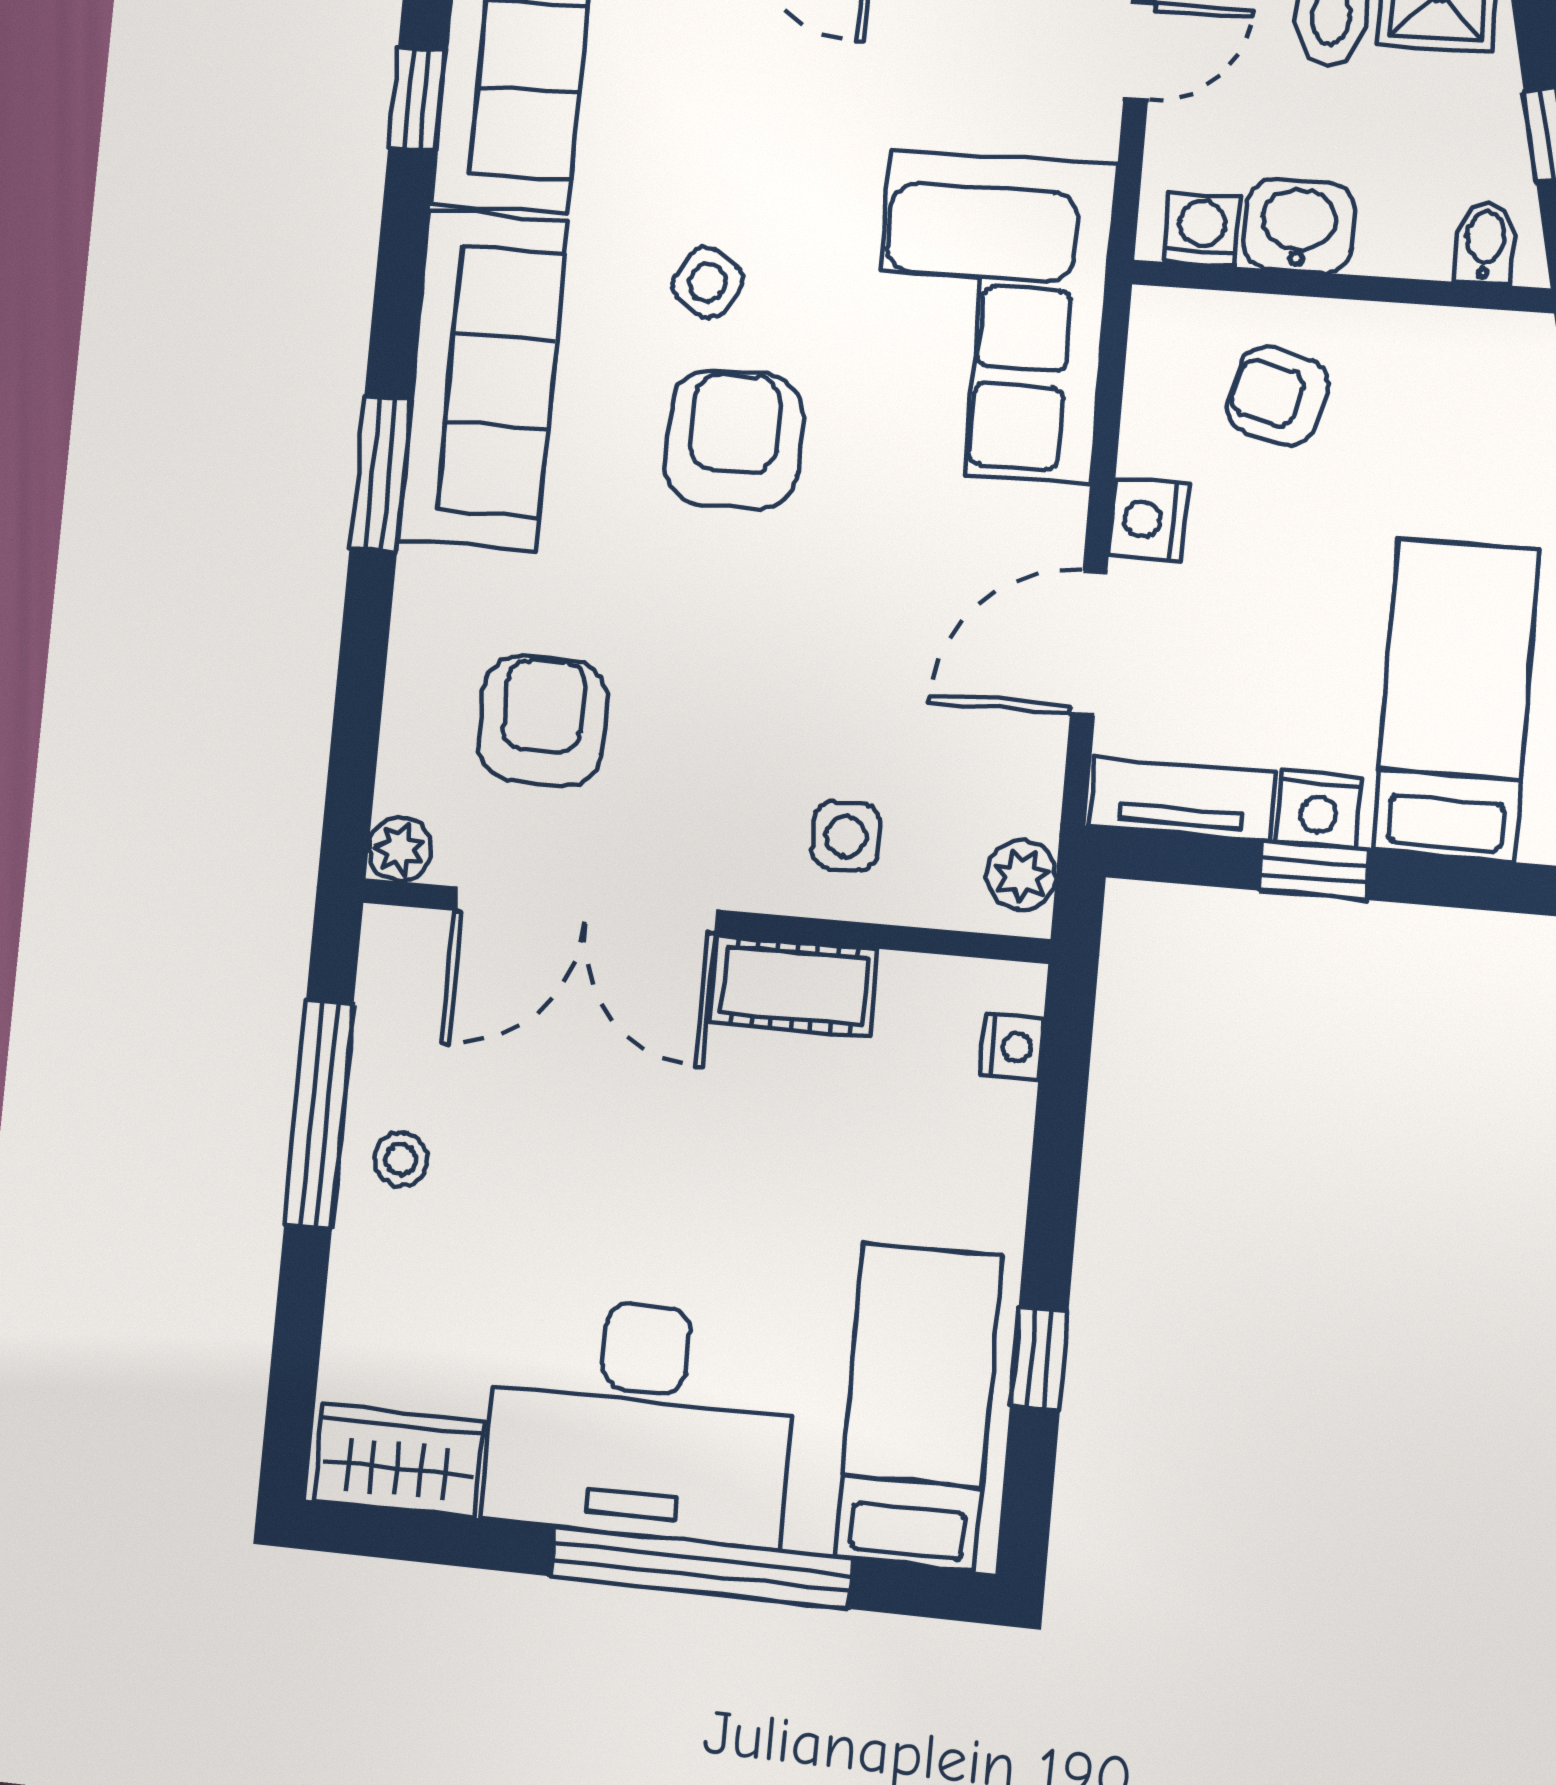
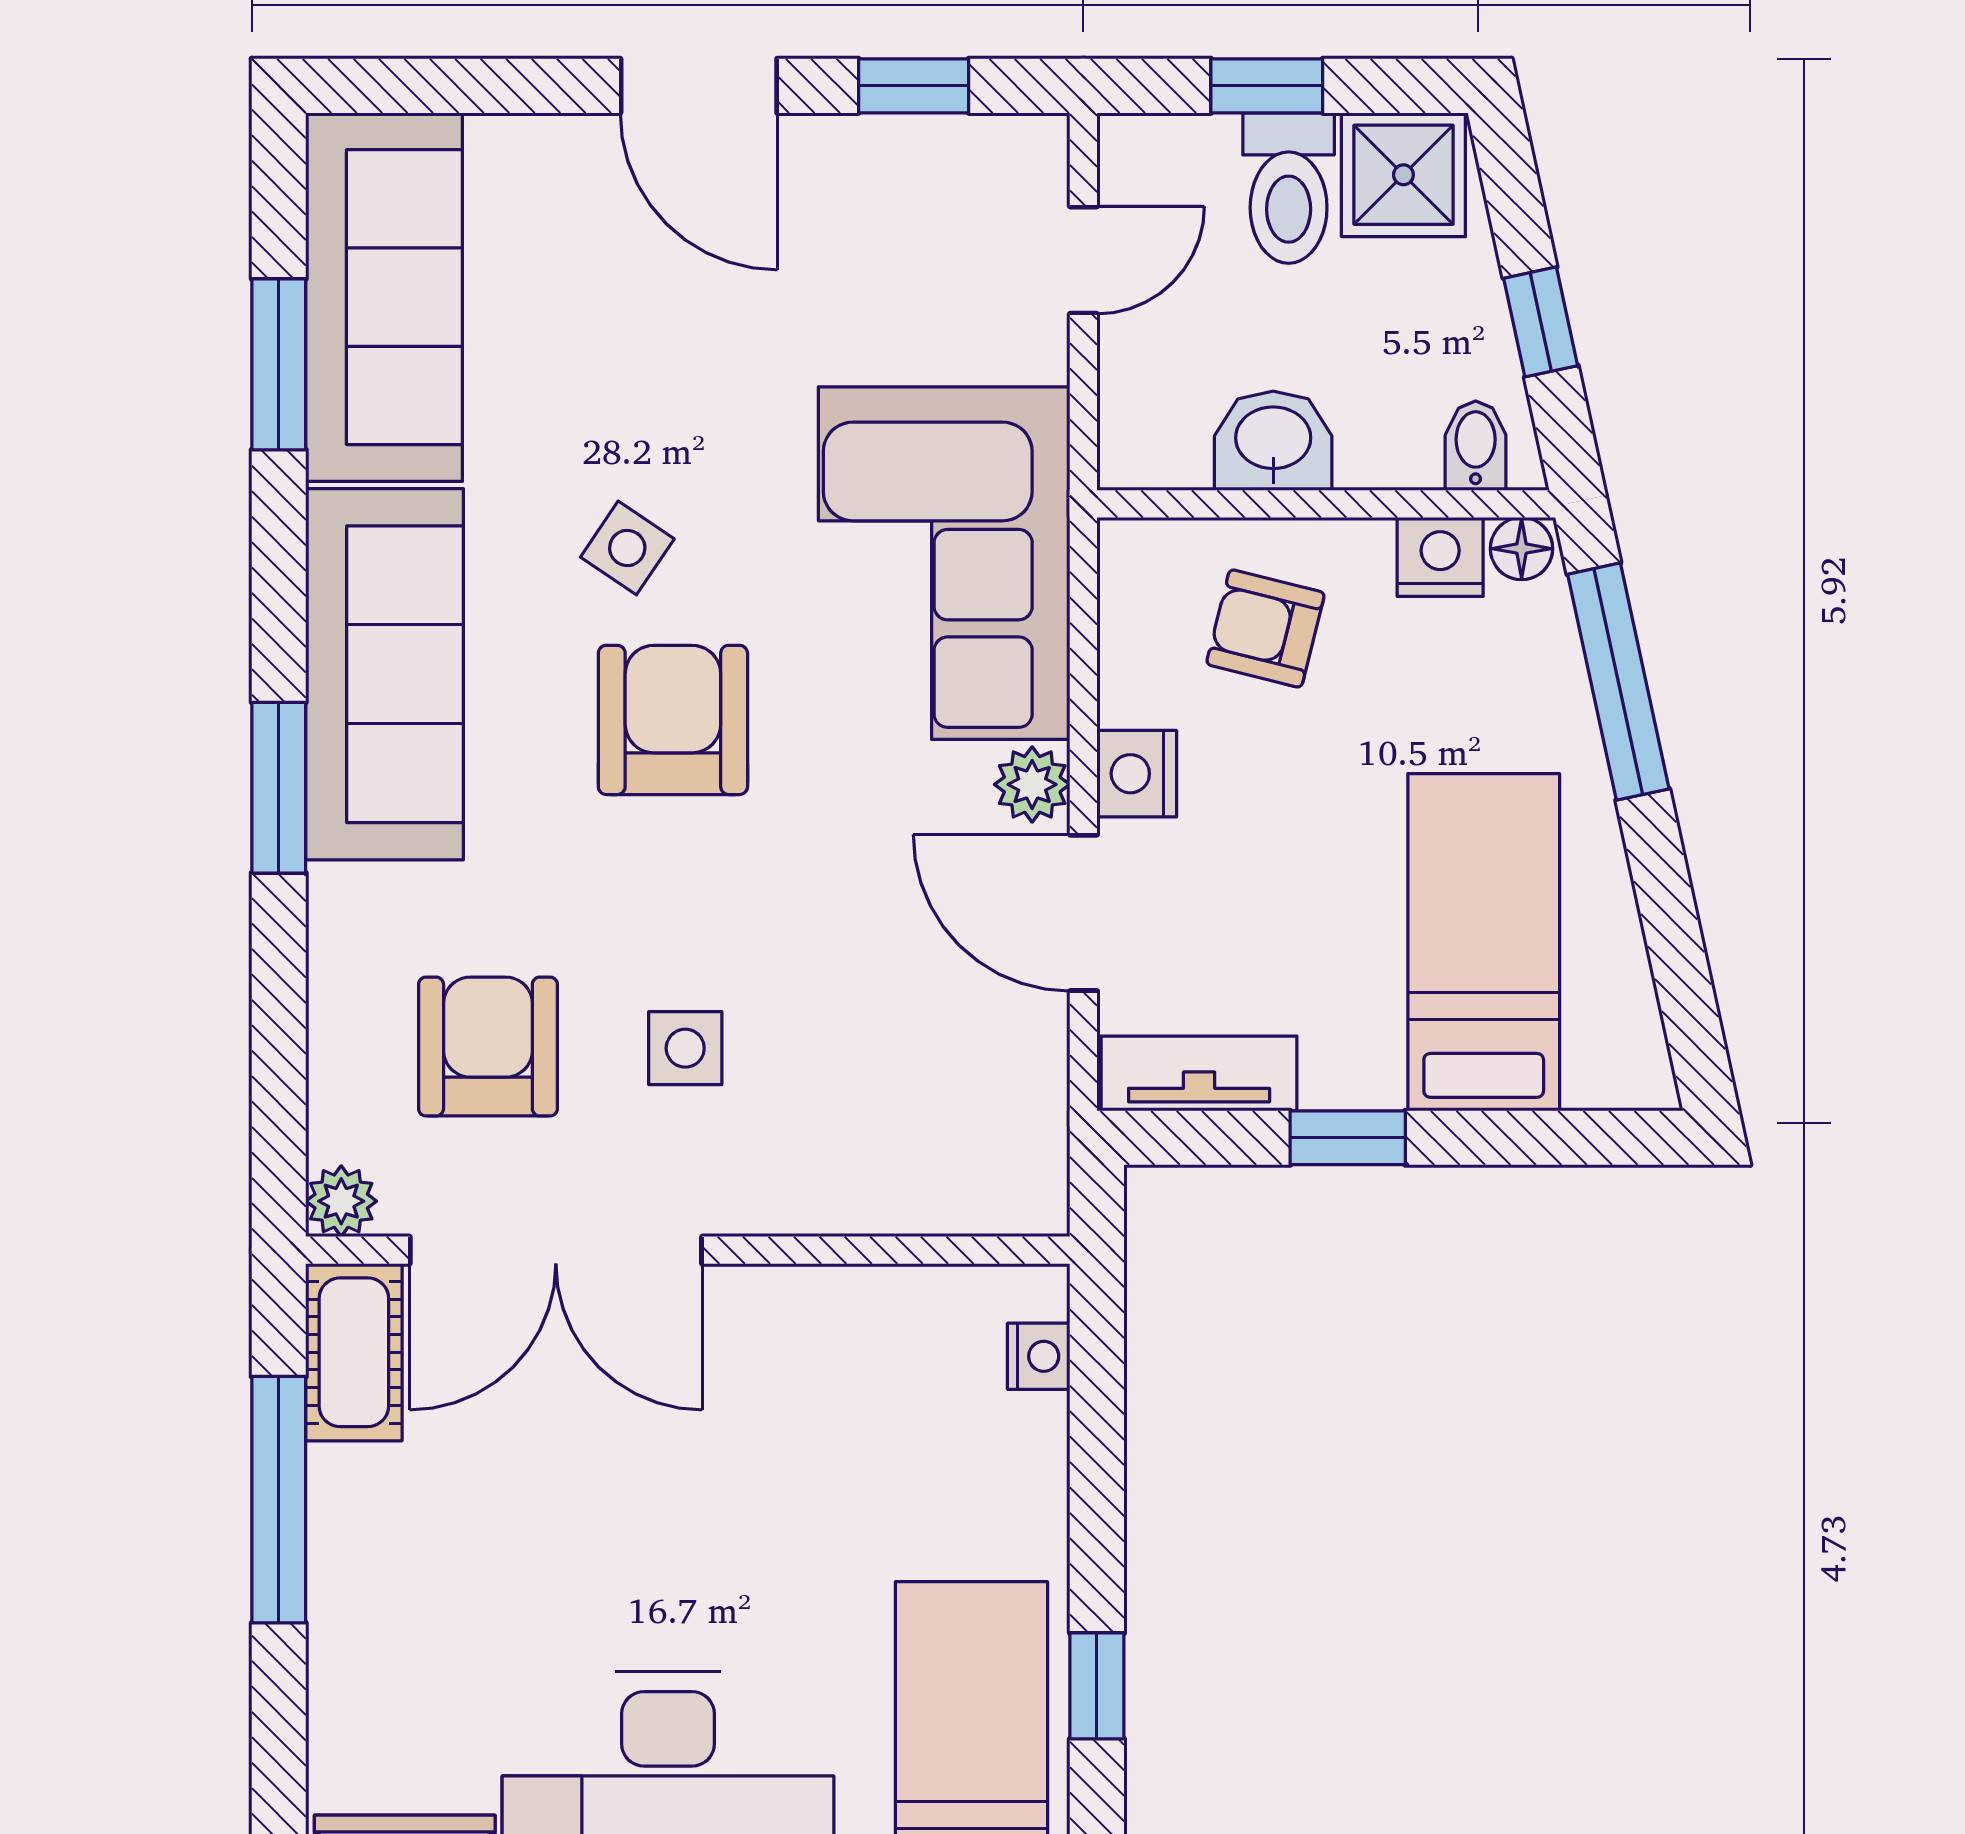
window: (417, 99) -> (279, 364), width x1.50
washing machine: (1202, 229) -> (1168, 451), removed
floor lamp: (1520, 340) -> (1522, 549), added
door: (1089, 643) -> (1083, 913), hinge flipped
nightstand: (1319, 809) -> (1440, 557), moved, turned 180
side table: (846, 836) -> (685, 1048), moved
plant: (1021, 875) -> (1032, 784), moved
cot: (794, 986) -> (354, 1352), moved, turned 90
stool: (401, 1159) -> (376, 1540), removed

